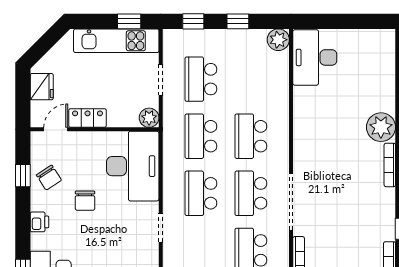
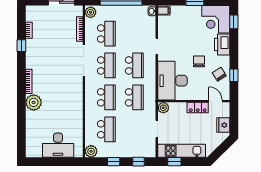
desk: (315, 57) -> (58, 145), moved, turned 90
school desk: (201, 79) -> (106, 129), moved
door: (56, 129) -> (215, 101), swing flipped
printer: (39, 222) -> (222, 45), width x1.87, depth x1.48

